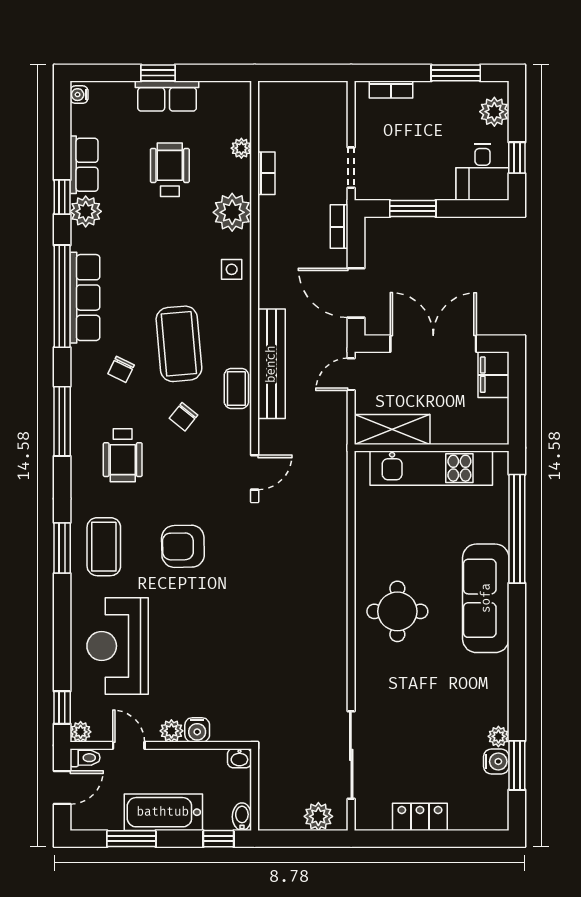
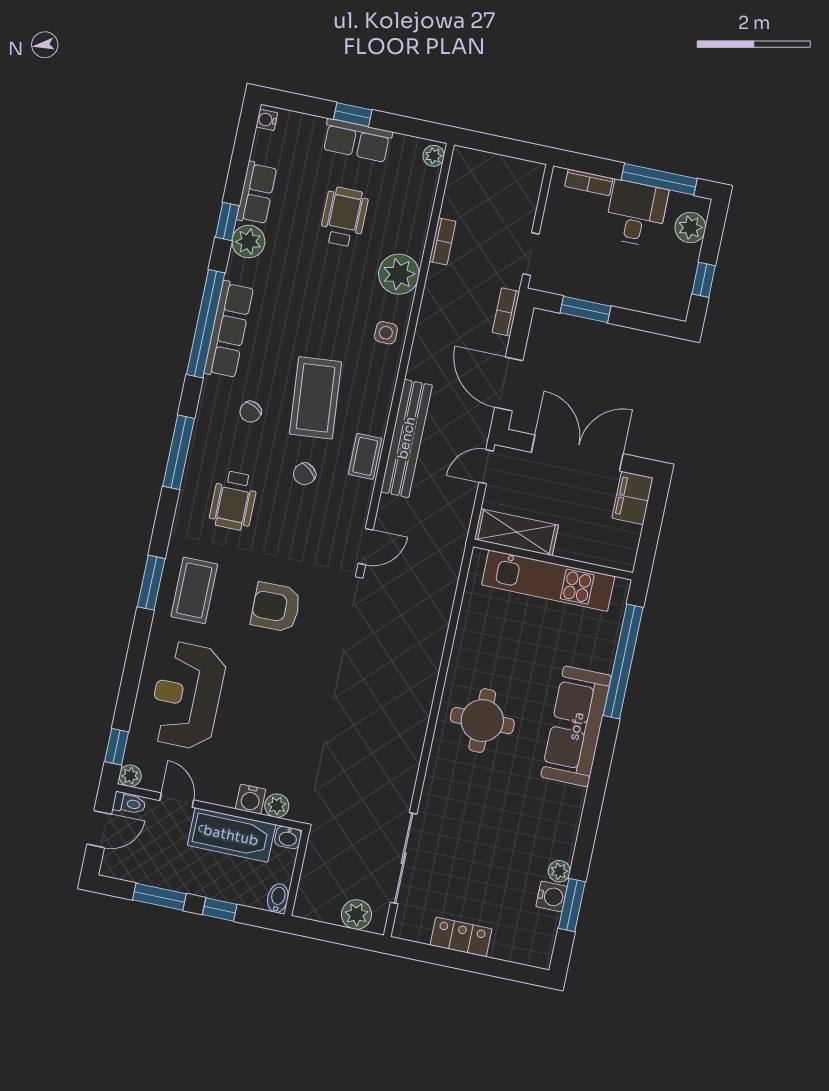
window: (456, 73) -> (659, 179), width x1.44
plant: (241, 148) -> (434, 156), moved
desk: (483, 172) -> (636, 213), moved, turned 180
plant: (171, 731) -> (277, 806), moved
bathtub: (163, 812) -> (231, 835), moved, turned 180
window: (219, 839) -> (220, 910), moved

